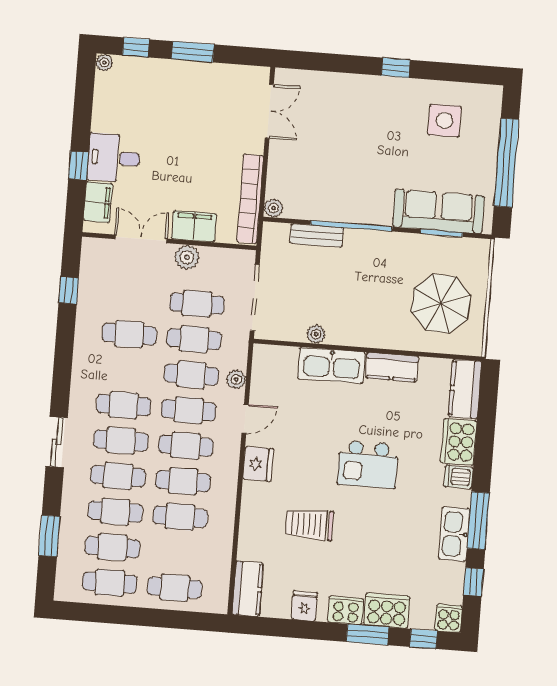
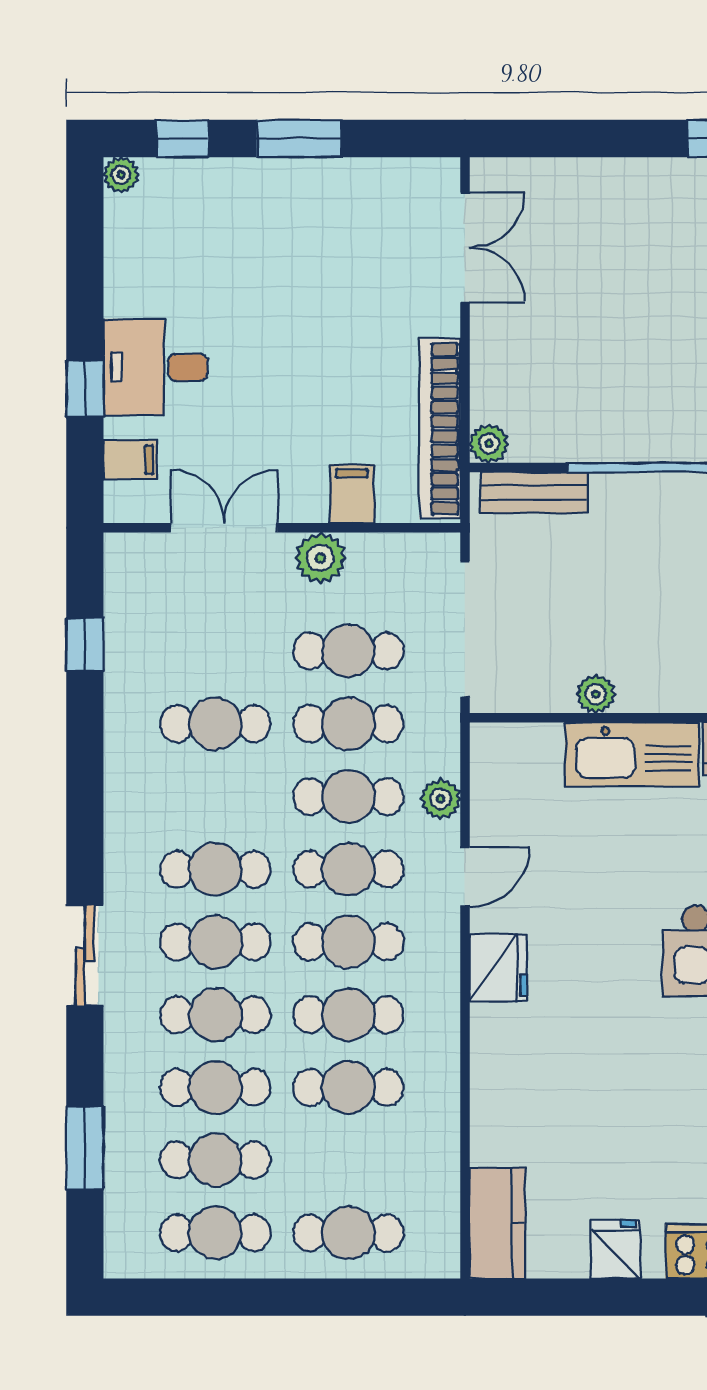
filing cabinet: (98, 202) -> (130, 460), width x0.50
filing cabinet: (194, 226) -> (352, 494), width x0.50
bench: (317, 235) -> (534, 493), moved
trolley: (310, 524) -> (613, 1082), removed

